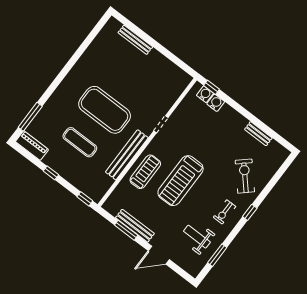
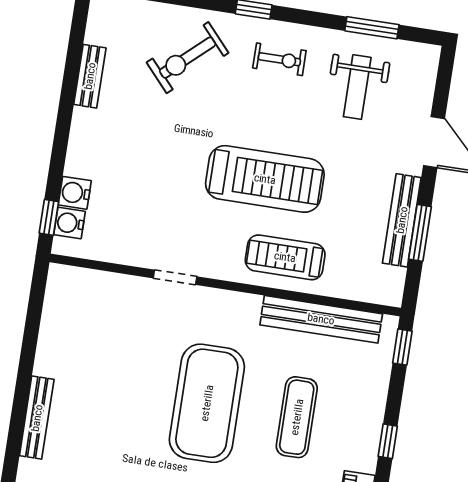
bench: (127, 155) -> (321, 319), moved

